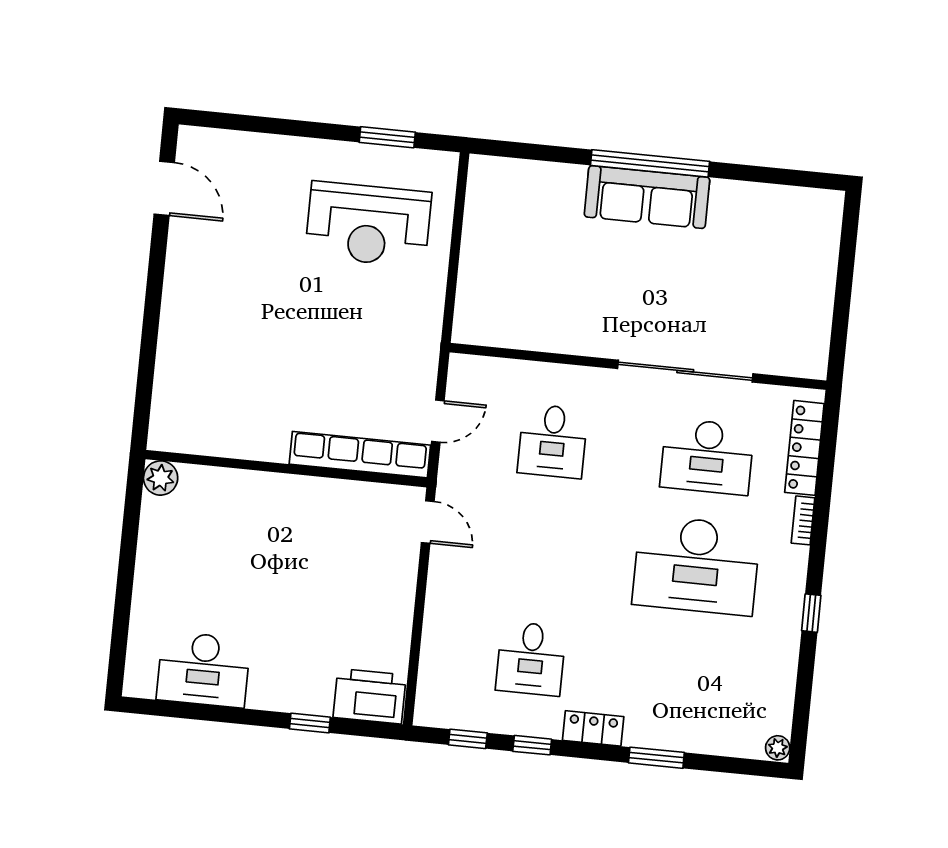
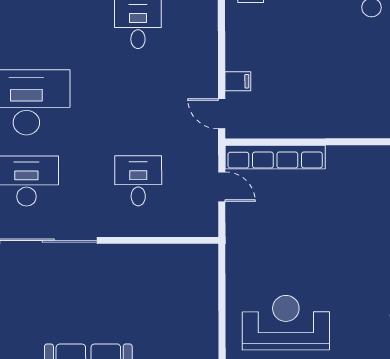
door: (438, 421) -> (222, 187), swing flipped
filing cabinet: (401, 565) -> (238, 81), added

